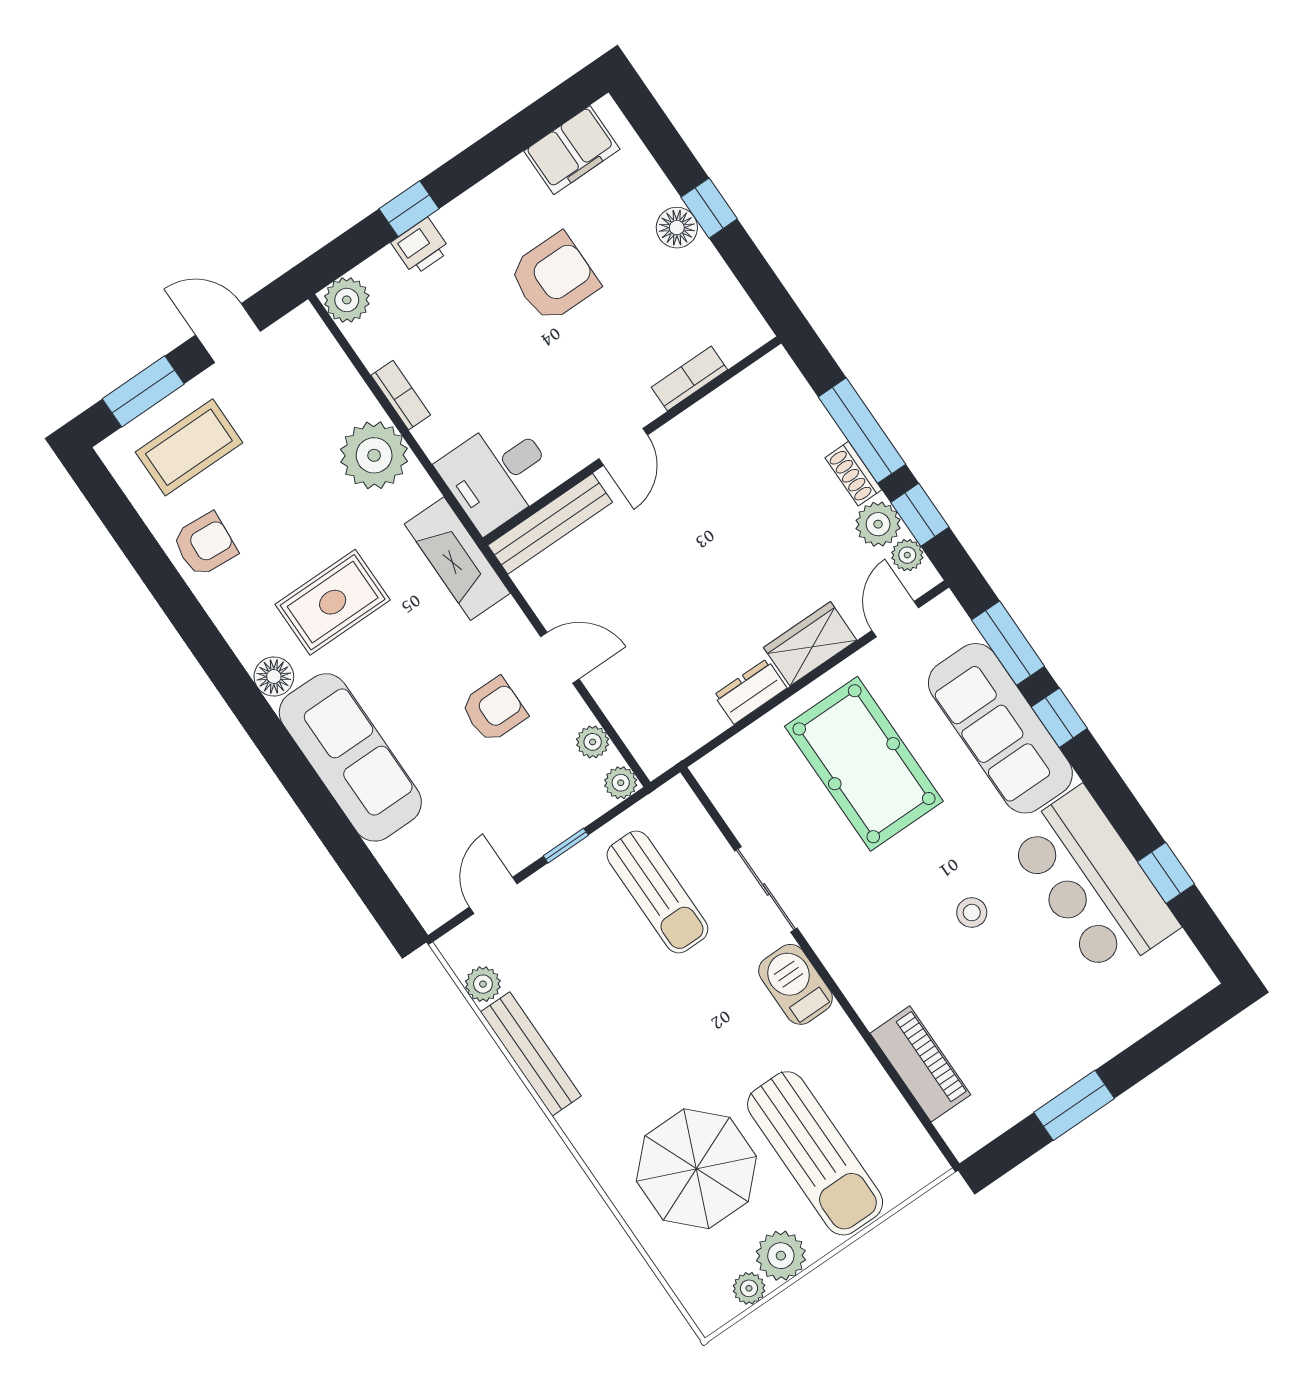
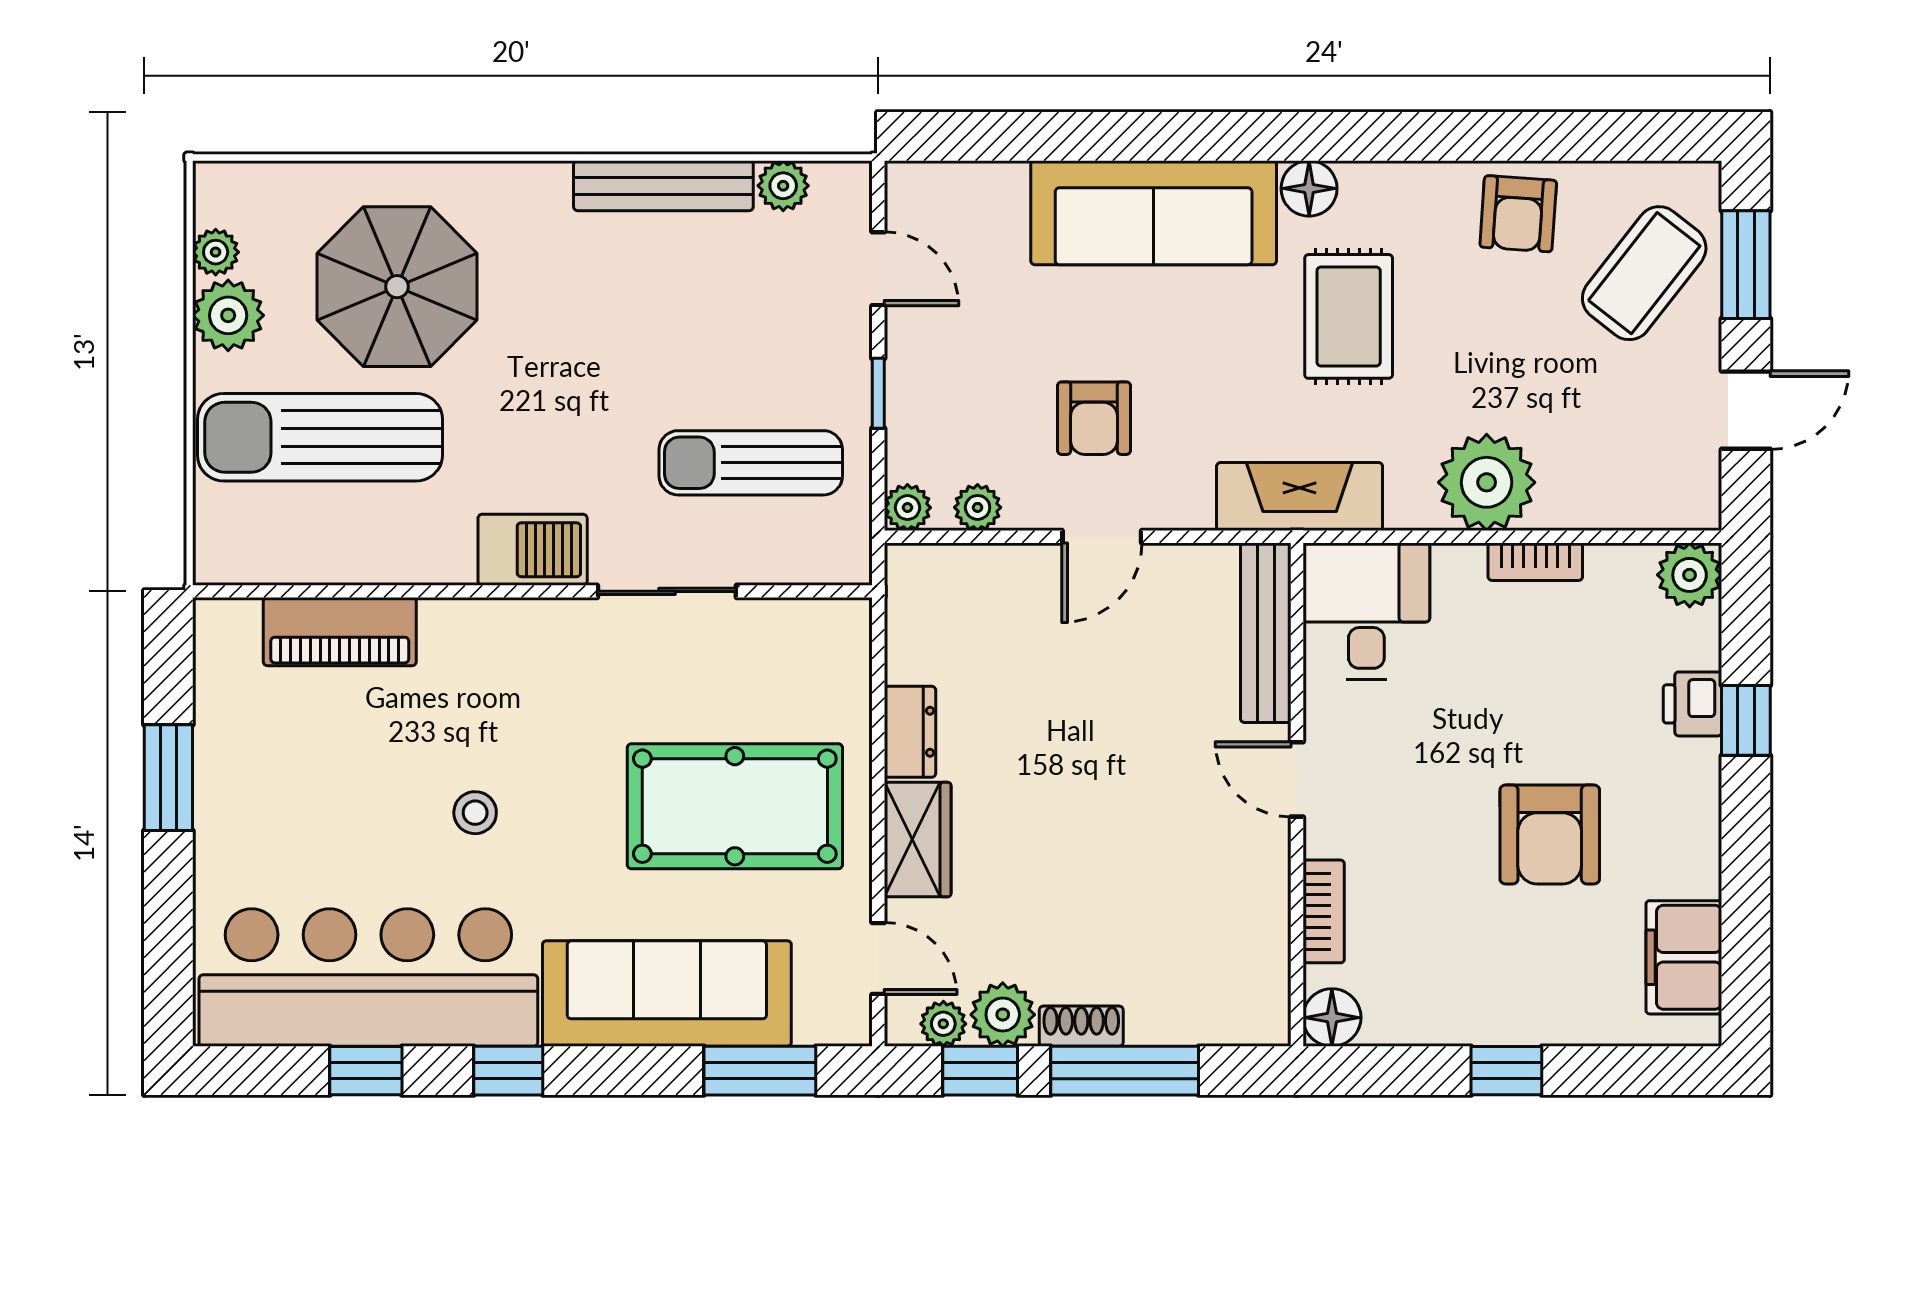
floor lamp: (677, 228) -> (1332, 1018), moved
coffee table: (189, 447) -> (1644, 273), turned 38
window: (1059, 718) -> (508, 1071), moved
bar counter: (1092, 882) -> (368, 977), width x1.36

